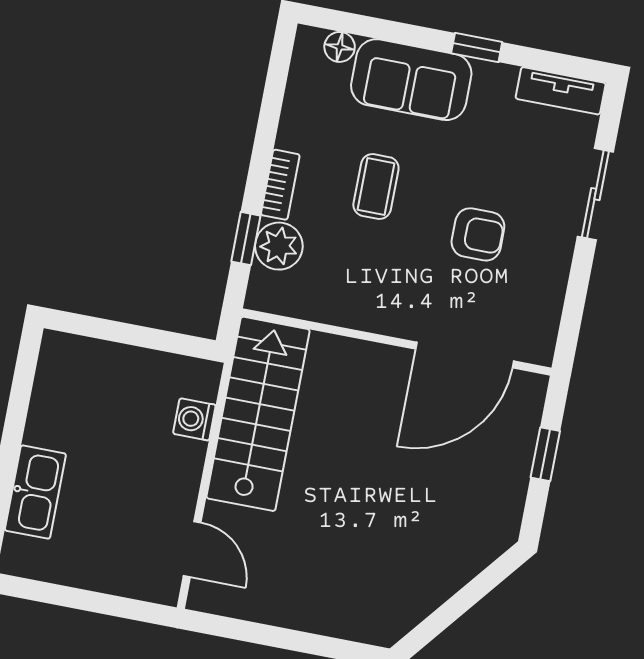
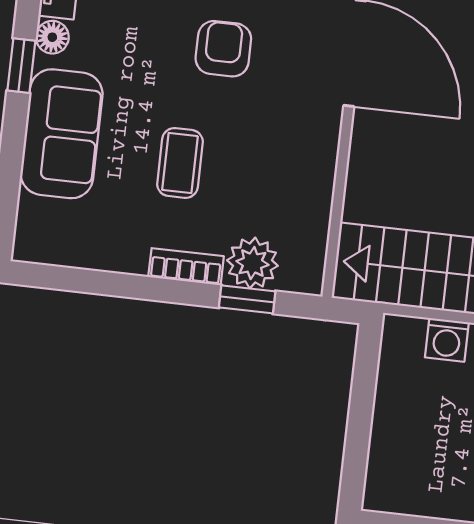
floor lamp: (340, 47) -> (52, 37), moved
coffee table: (376, 187) -> (180, 163), turned 90

